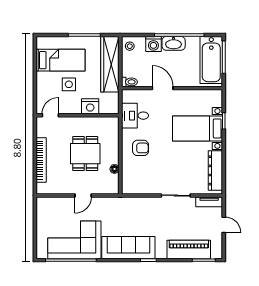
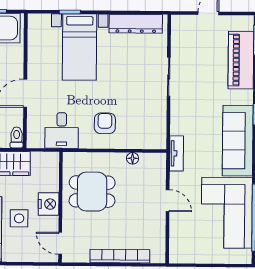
nightstand: (90, 106) -> (49, 204), moved
dining table: (85, 154) -> (92, 192), moved
tv unit: (209, 202) -> (176, 153), moved

